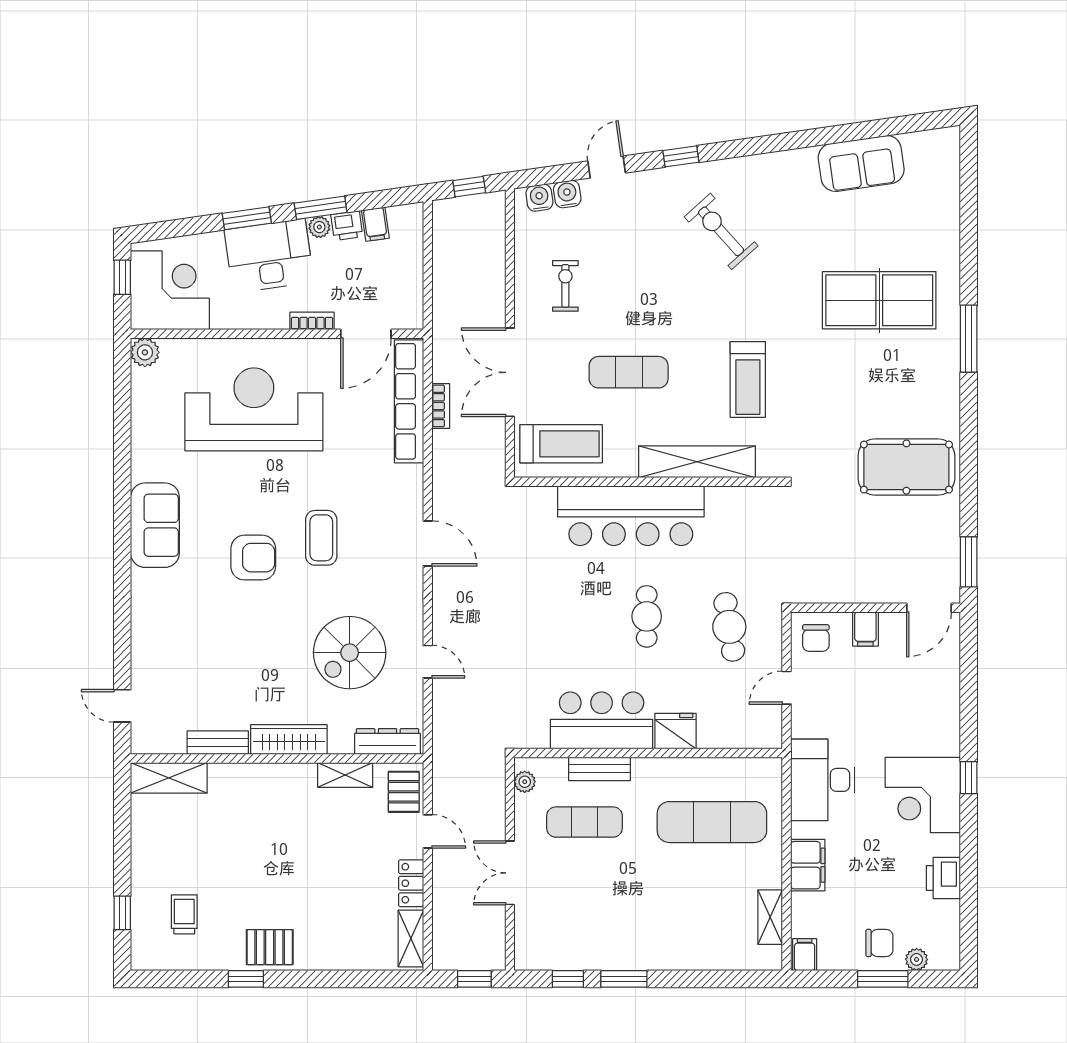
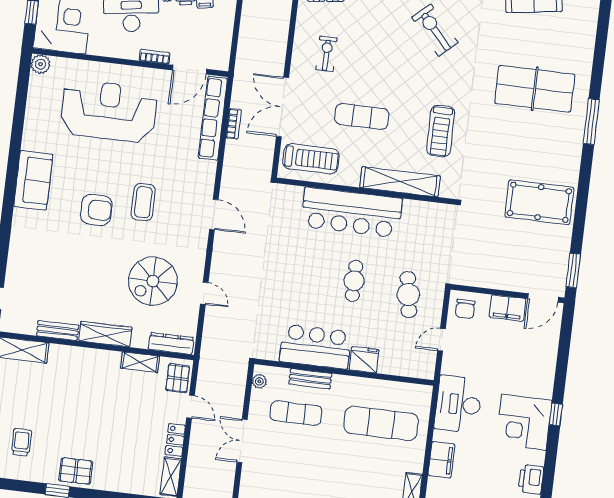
filing cabinet: (865, 629) -> (508, 308), width x2.00

